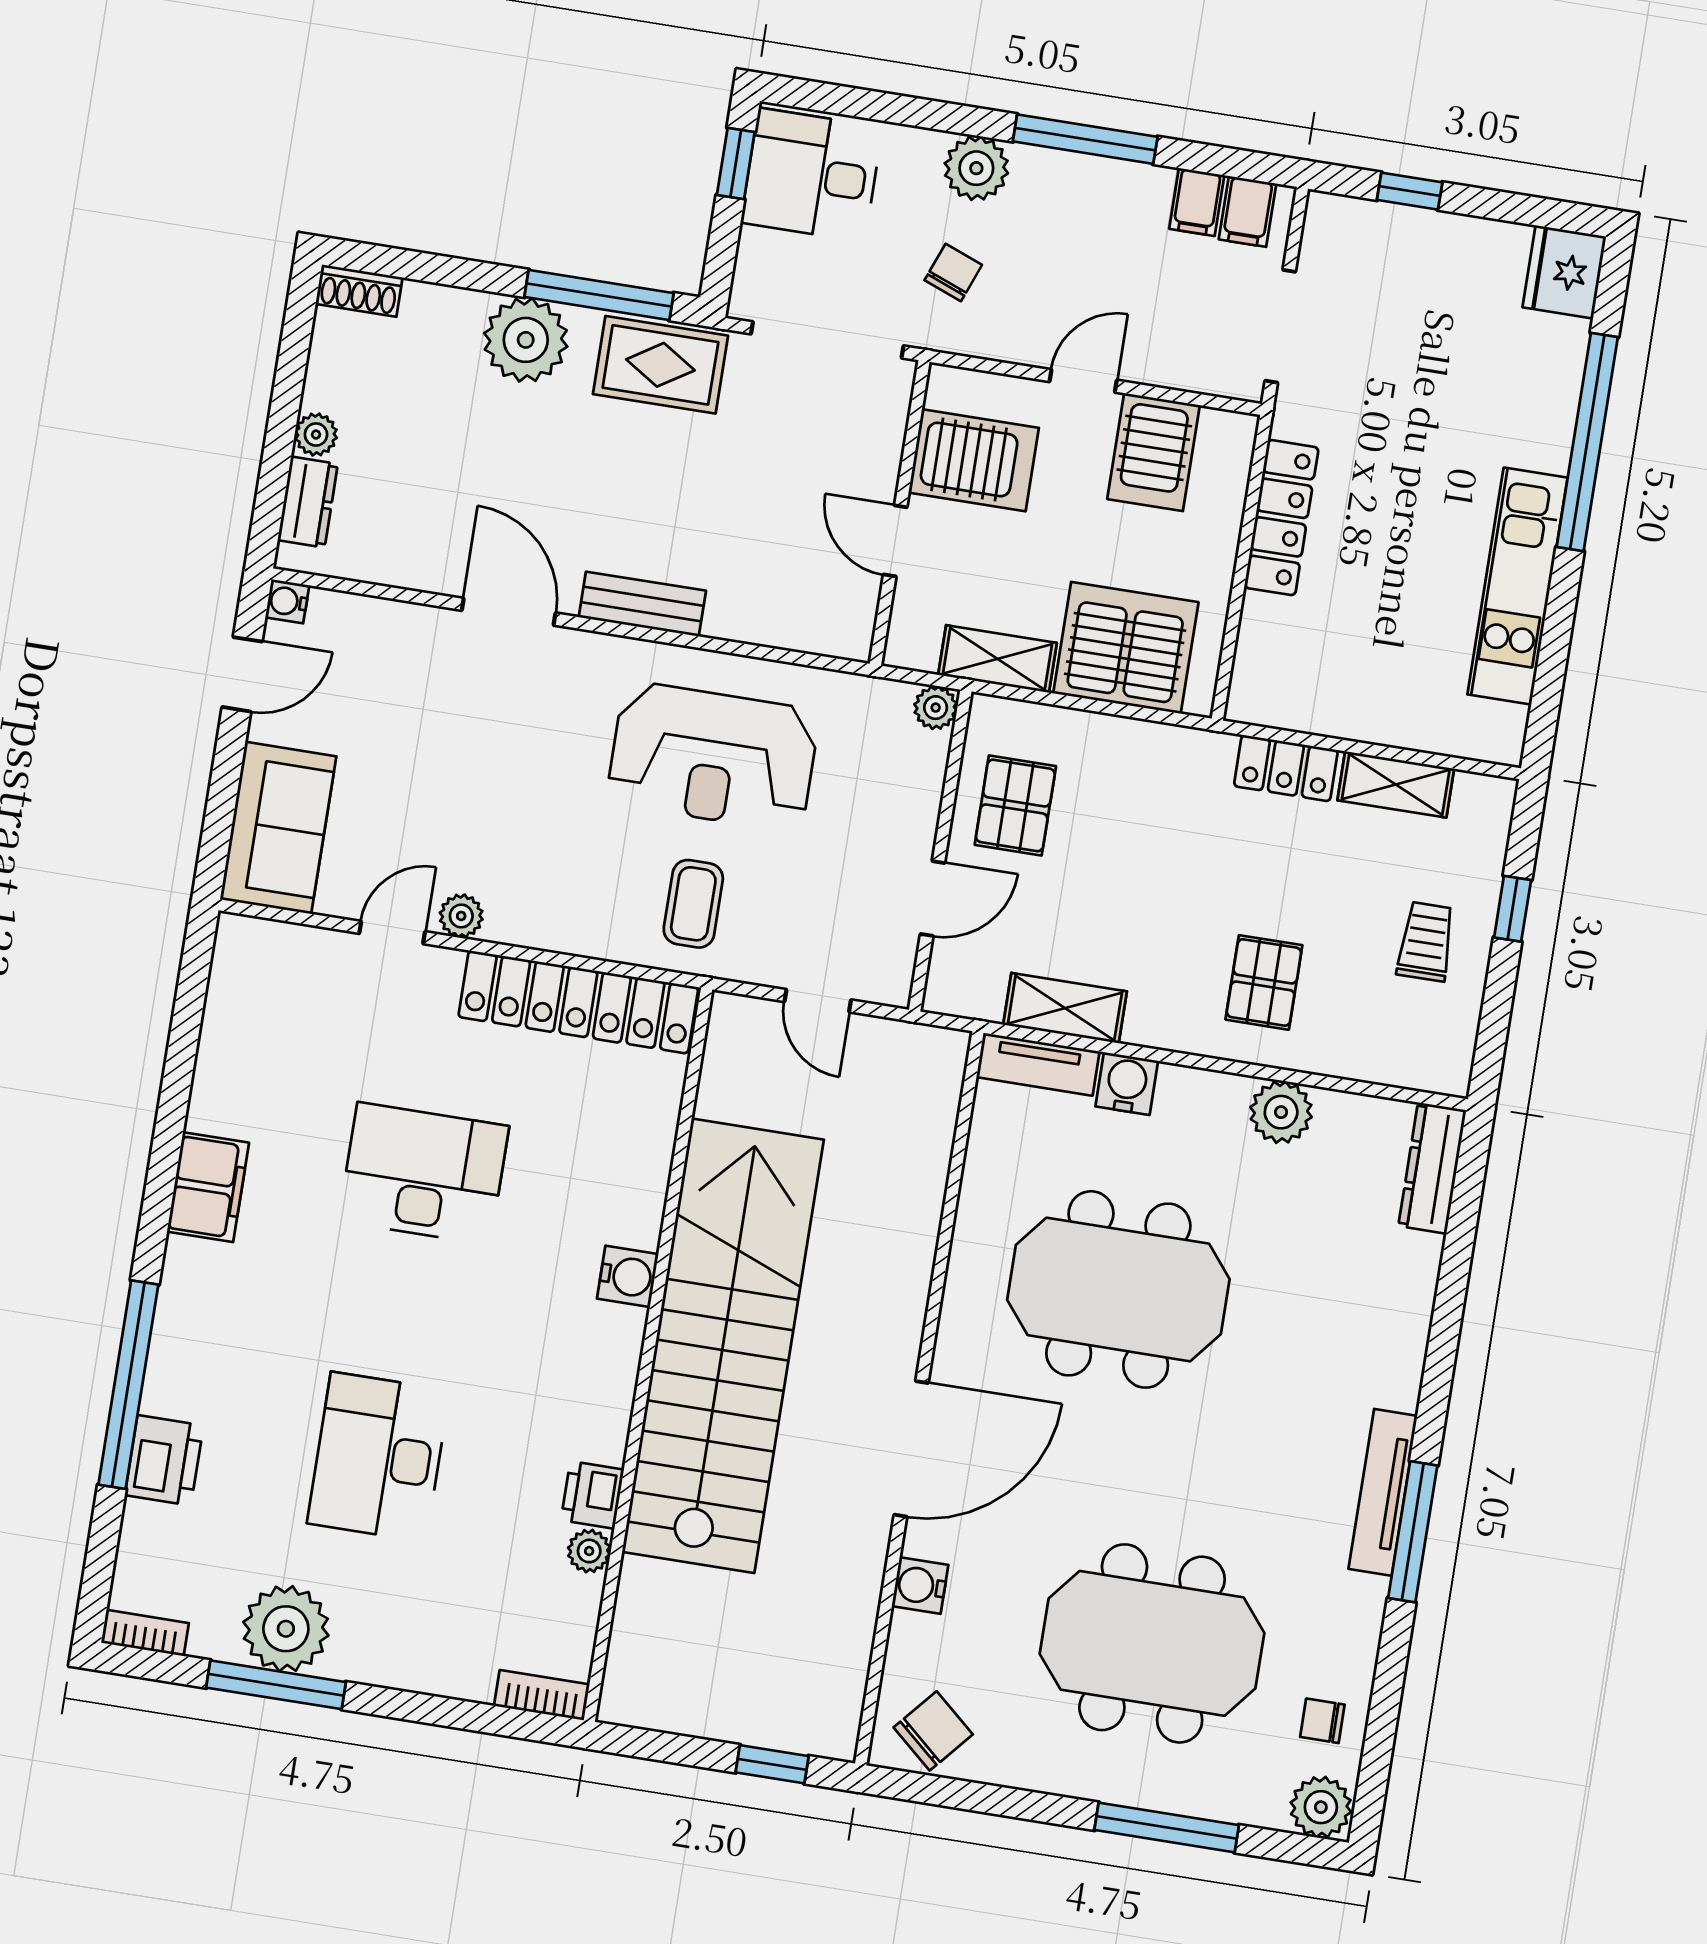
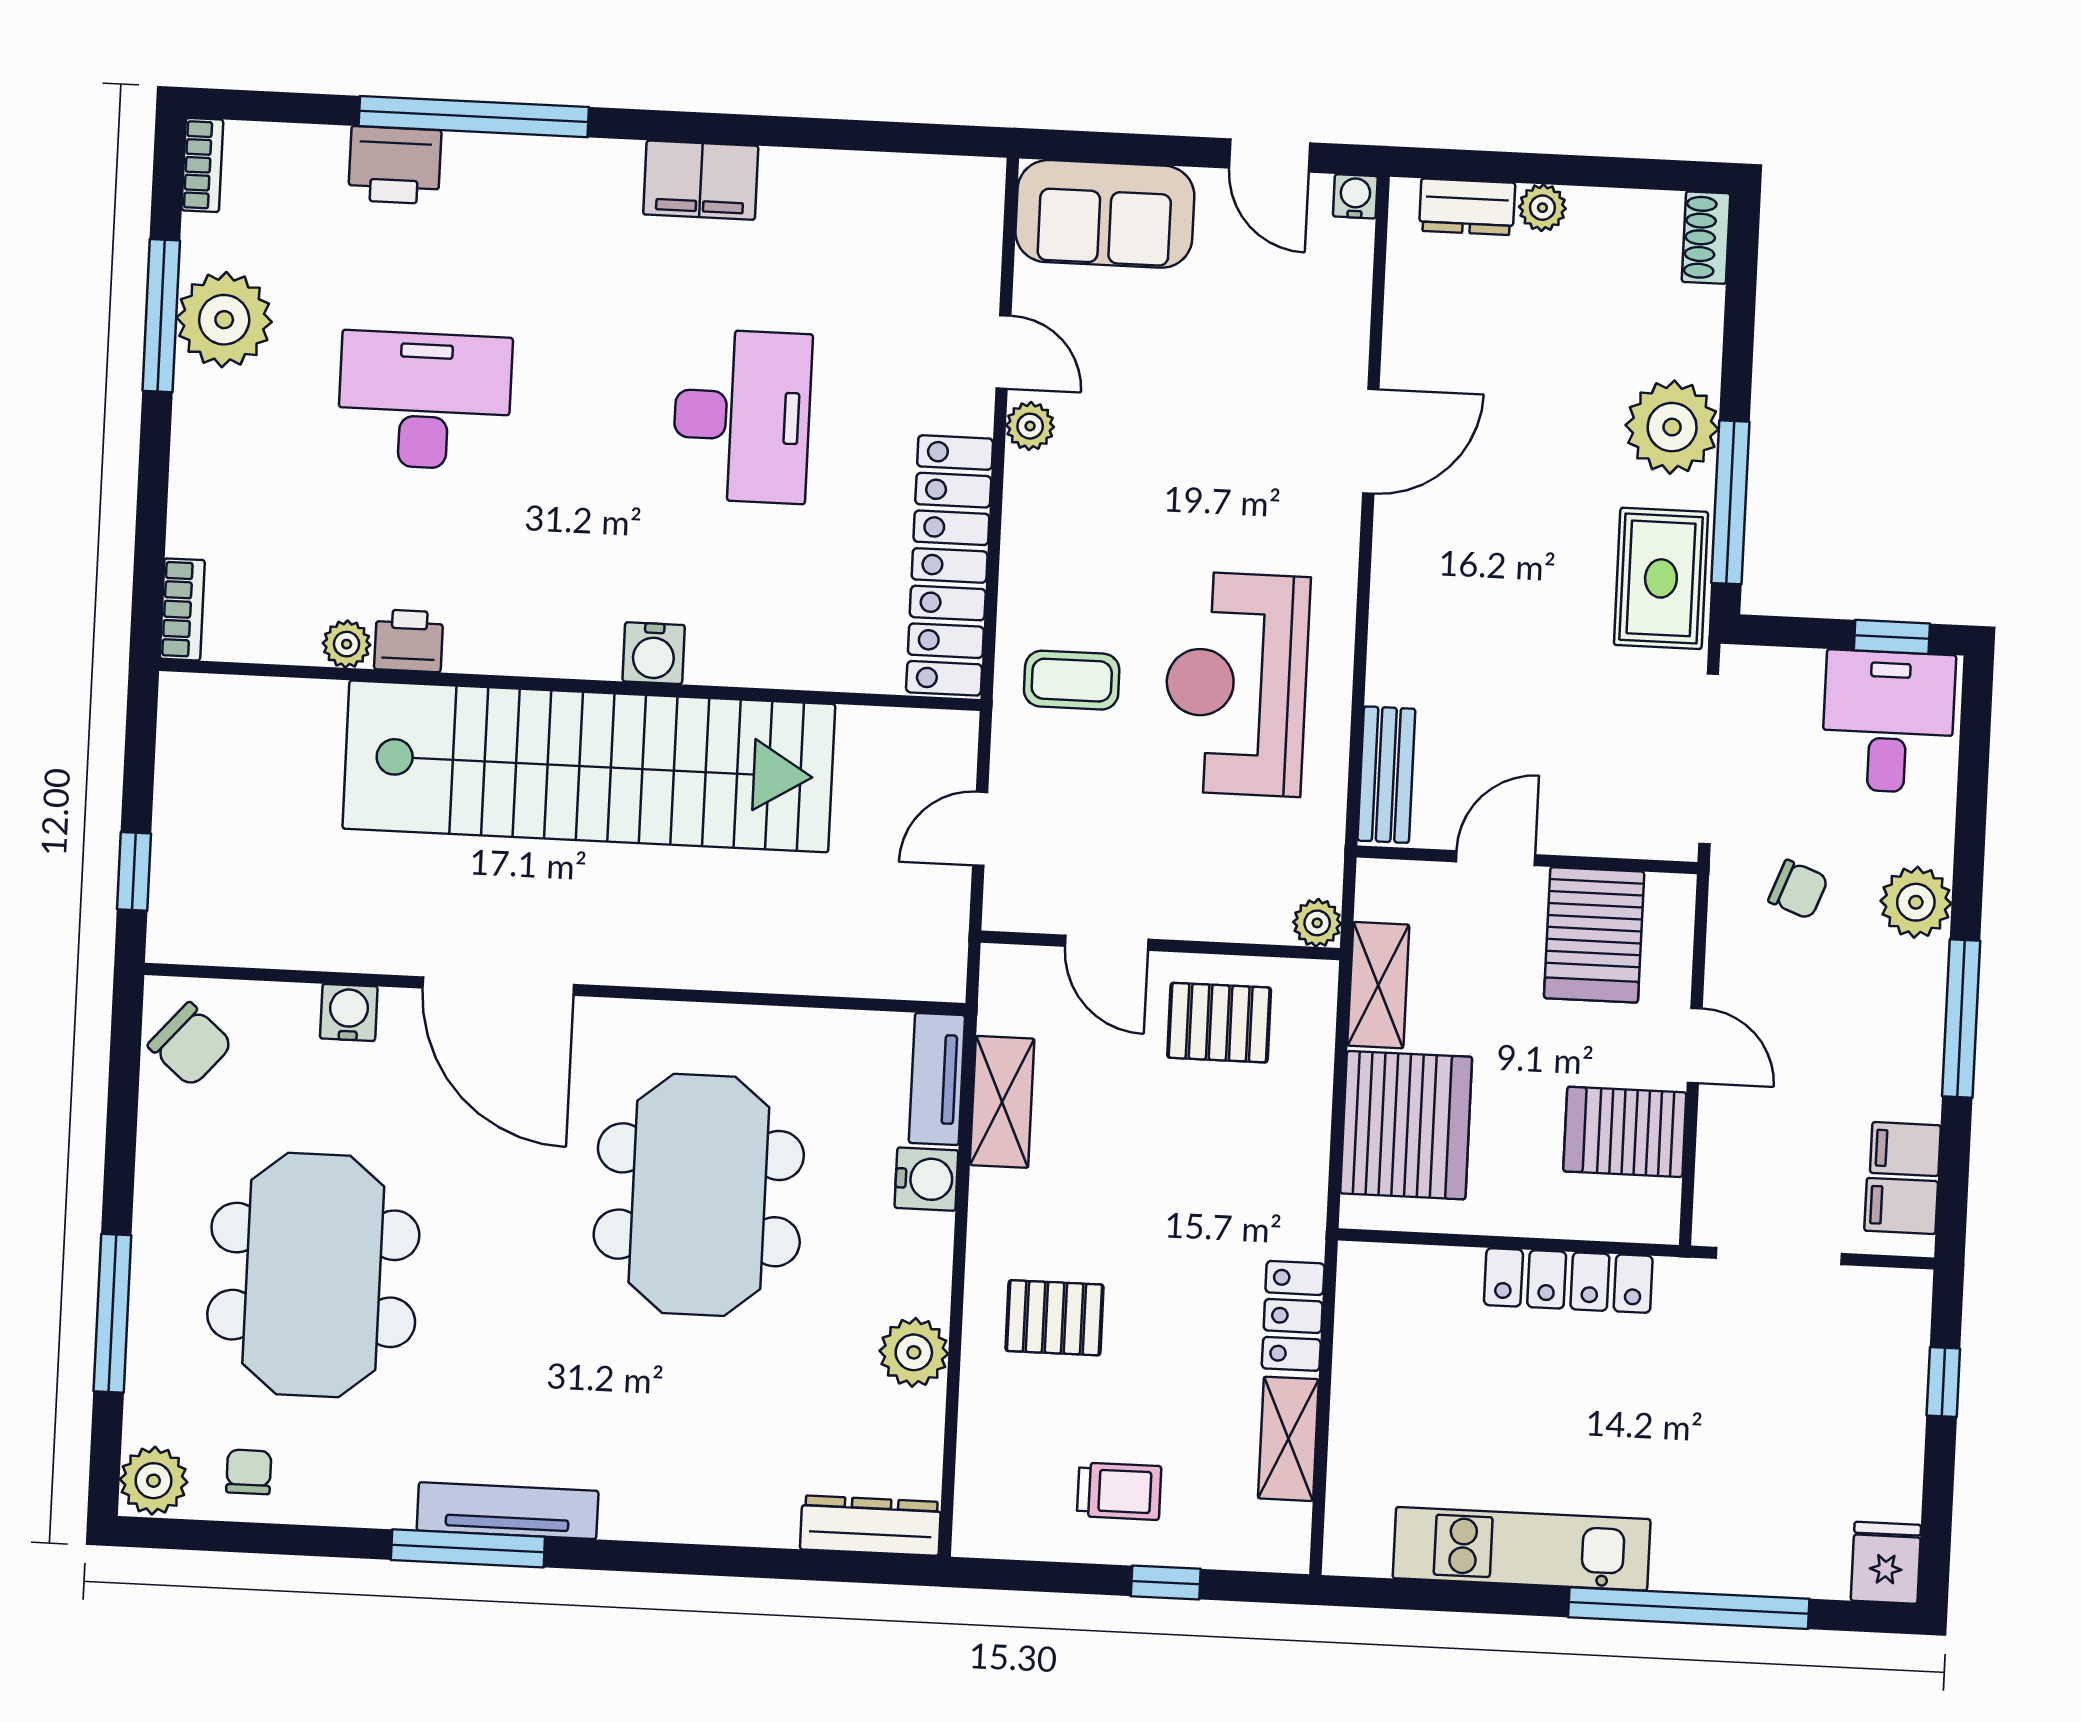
fridge: (1564, 272) -> (1886, 1563), width x0.72
bench: (642, 604) -> (1386, 775), moved

